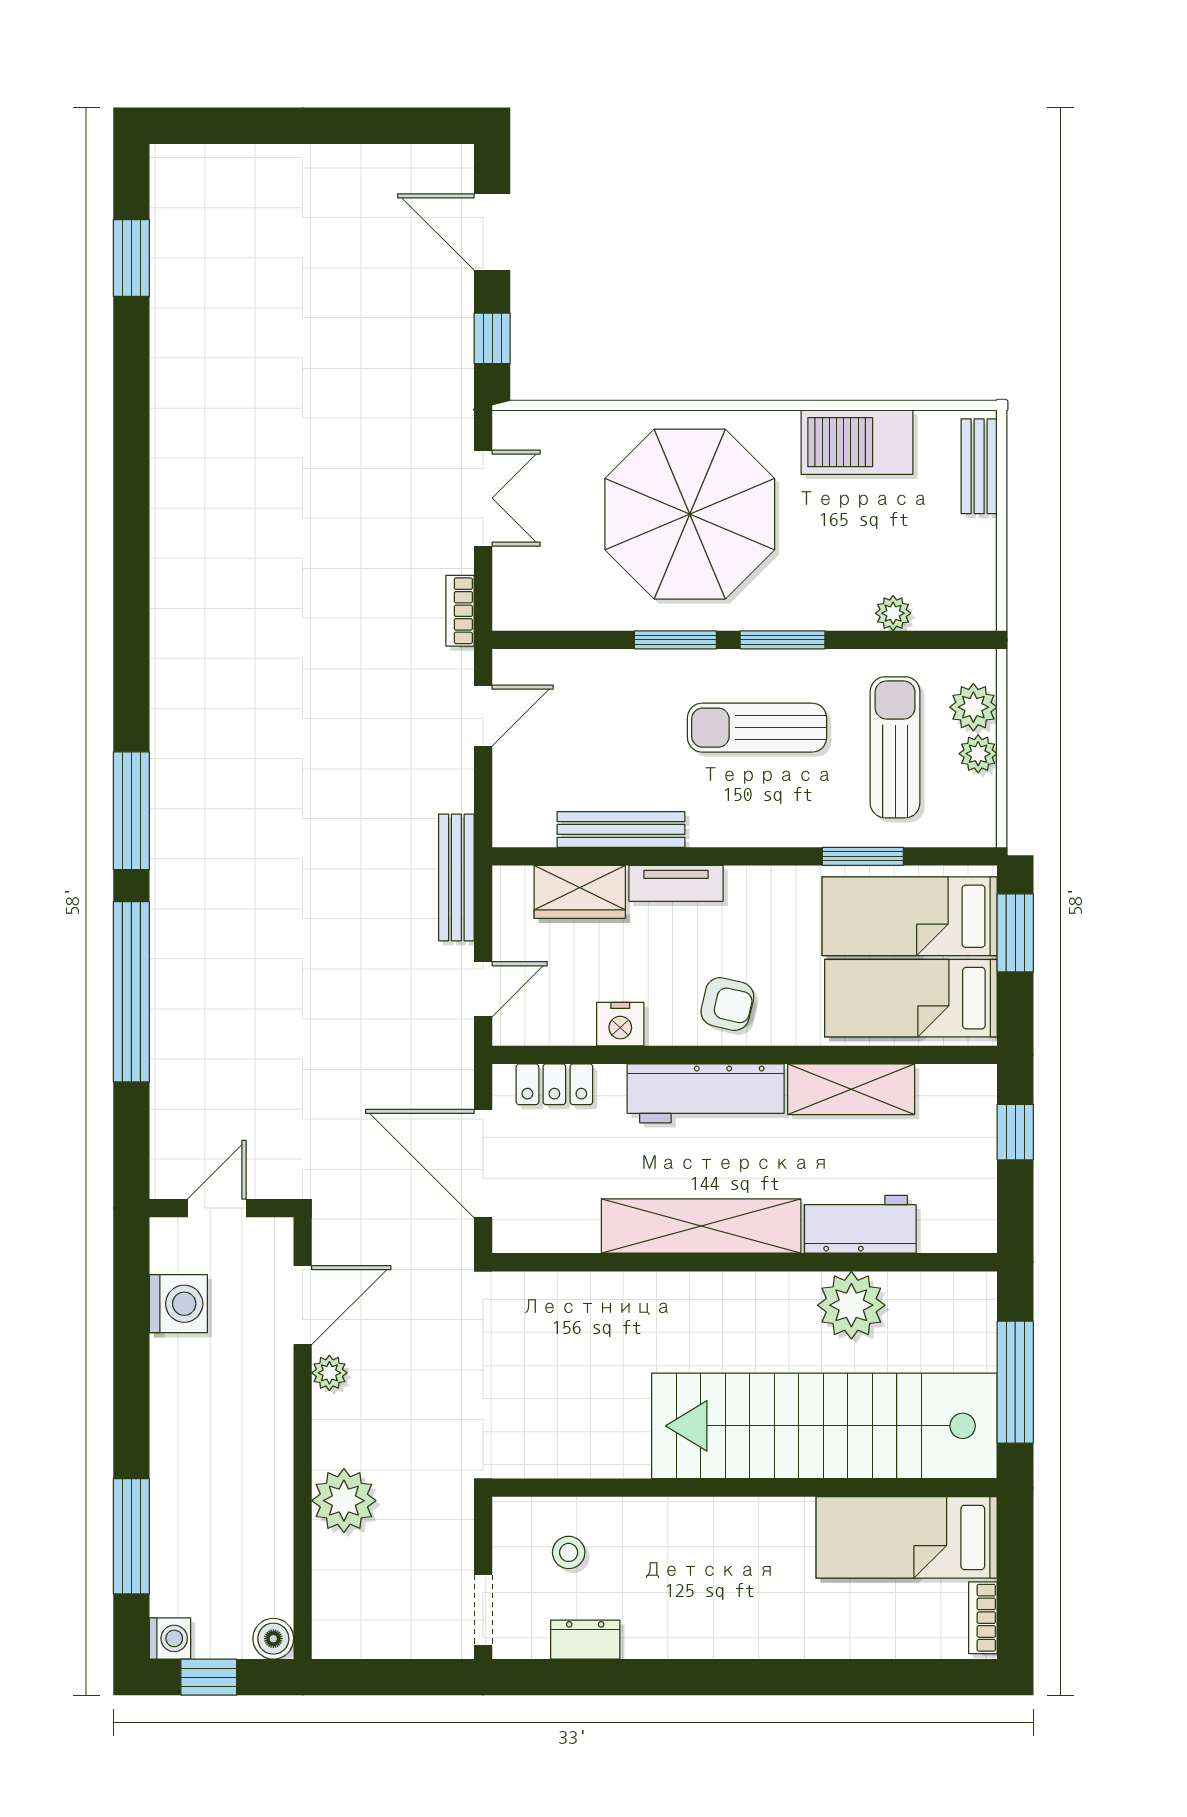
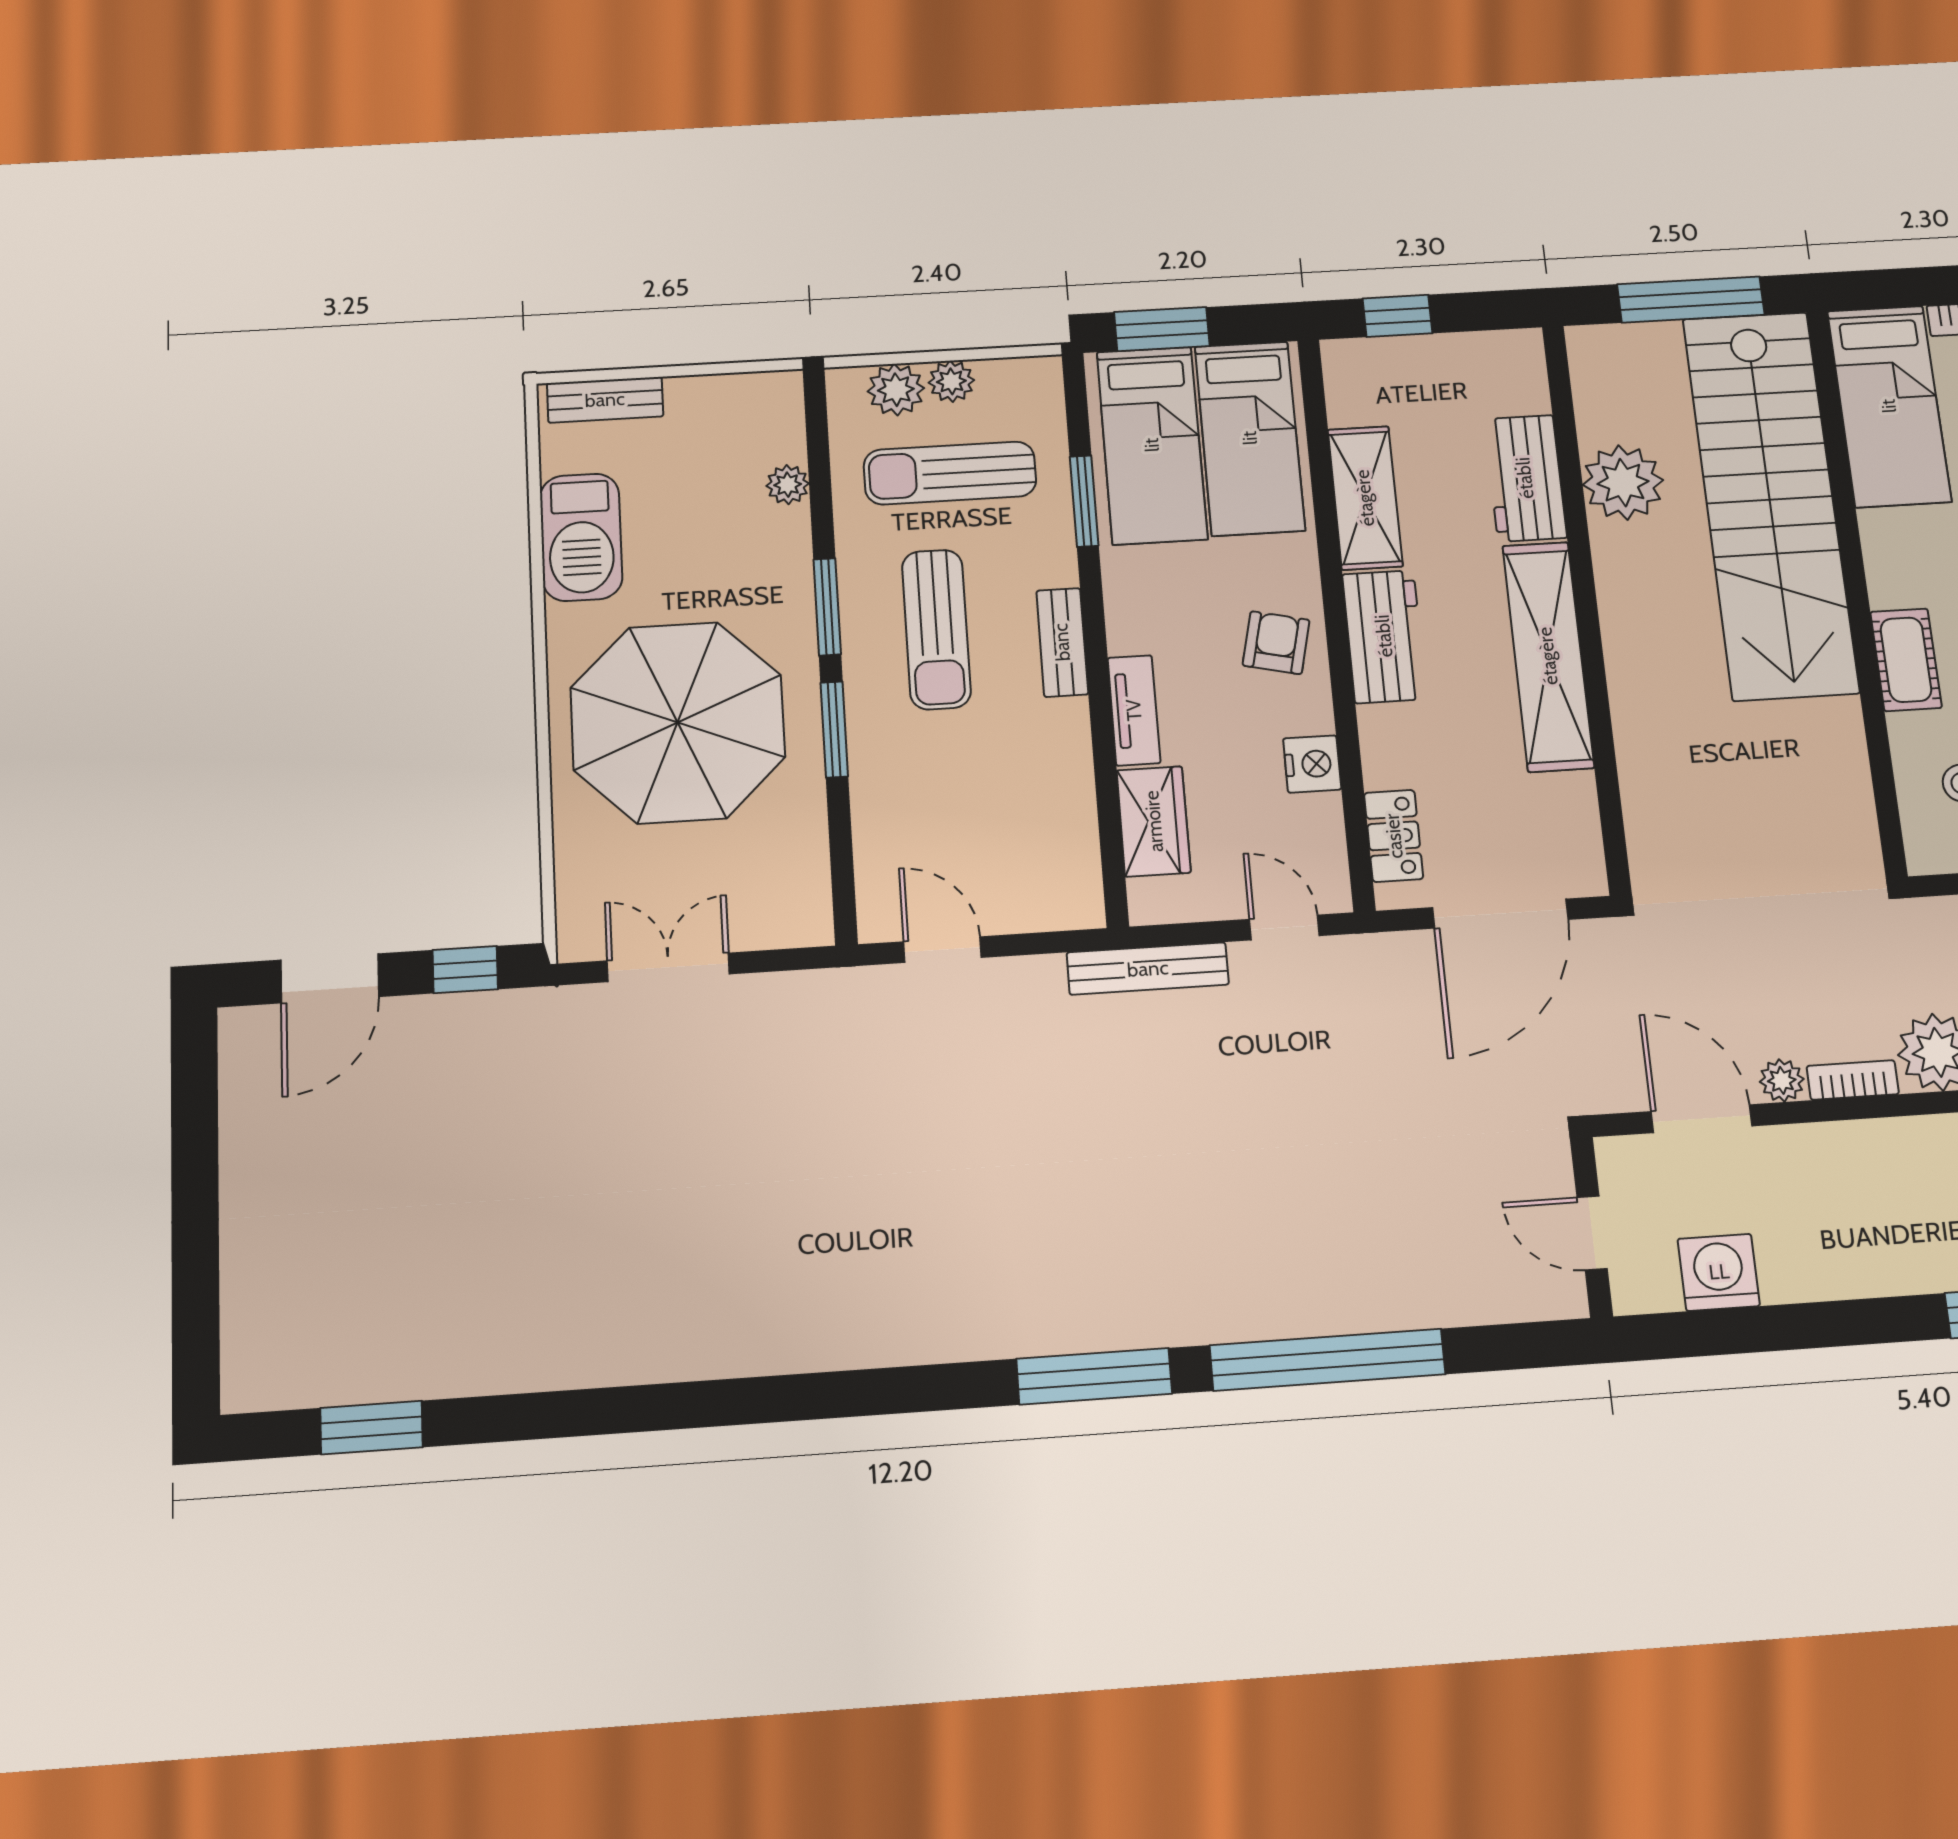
bookcase: (460, 611) -> (1853, 1080), moved, turned 180
bench: (621, 829) -> (1062, 642), moved, width x0.73
workbench: (706, 1093) -> (1384, 636), width x0.73
cot: (679, 1521) -> (1906, 660), added

